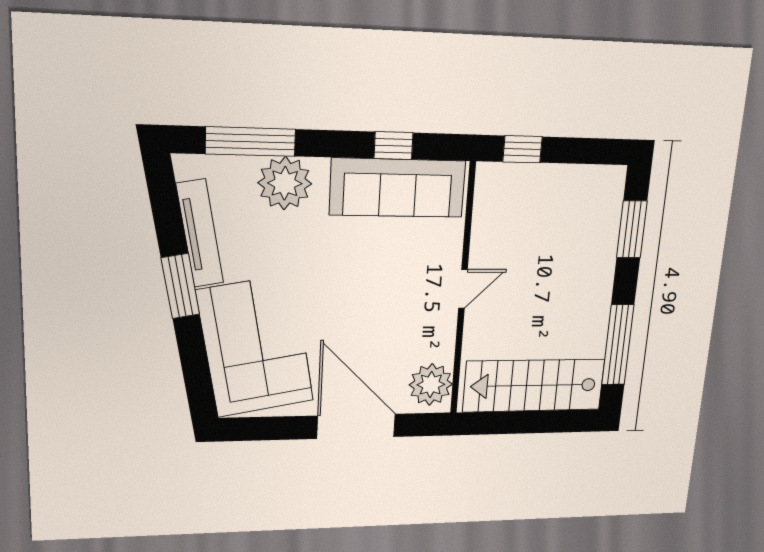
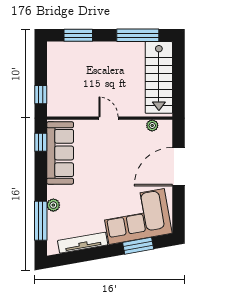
window: (394, 146) -> (41, 142), moved
plant: (285, 183) -> (53, 205), width x0.53, depth x0.53
window: (180, 286) -> (138, 246), moved
plant: (431, 385) -> (152, 125), width x0.53, depth x0.53

